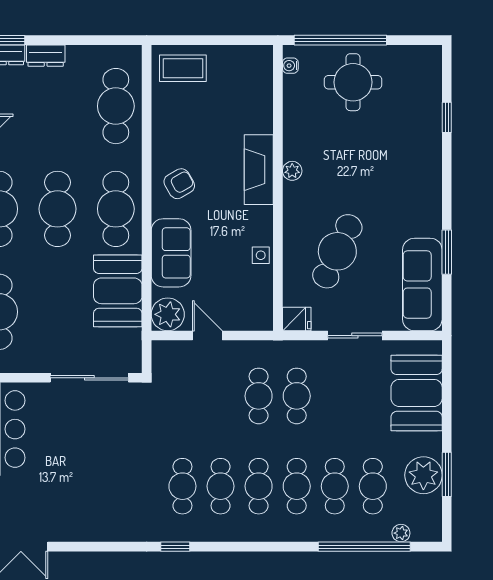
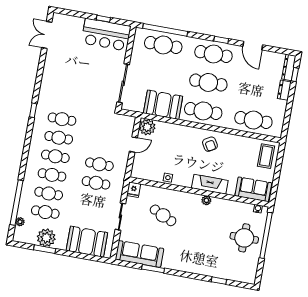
cafe table: (337, 251) -> (163, 215), width x0.73, depth x0.74
sofa: (171, 253) -> (253, 189), moved, turned 180

